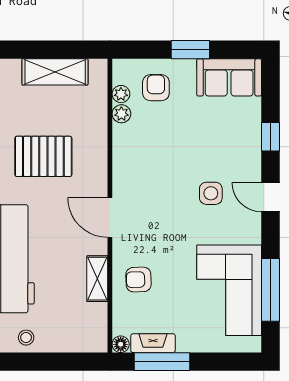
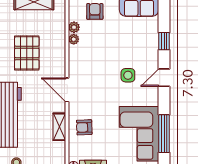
plant: (121, 94) -> (74, 39), moved
pallet: (43, 156) -> (27, 53), turned 90
door: (271, 197) -> (164, 78), hinge flipped

